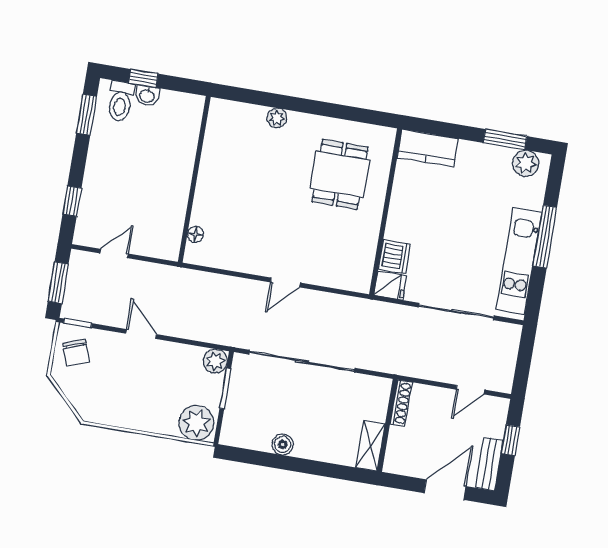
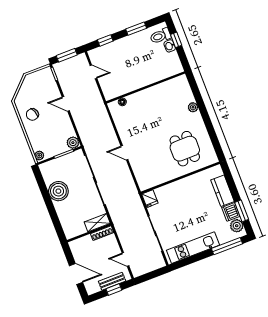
window: (87, 115) -> (136, 29), moved
kitchen counter: (428, 148) -> (223, 191), moved
dining table: (340, 174) -> (185, 149), turned 90
window: (545, 237) -> (227, 246), moved
dishwasher: (395, 256) -> (231, 212), moved, turned 90
door: (141, 334) -> (66, 104), swing flipped
chair: (76, 353) -> (32, 114), moved
plant: (196, 423) -> (39, 155), width x0.53, depth x0.53
boiler: (283, 444) -> (58, 191), width x1.86, depth x1.86
shelving: (371, 446) -> (97, 223), moved
bench: (489, 464) -> (112, 281), moved

